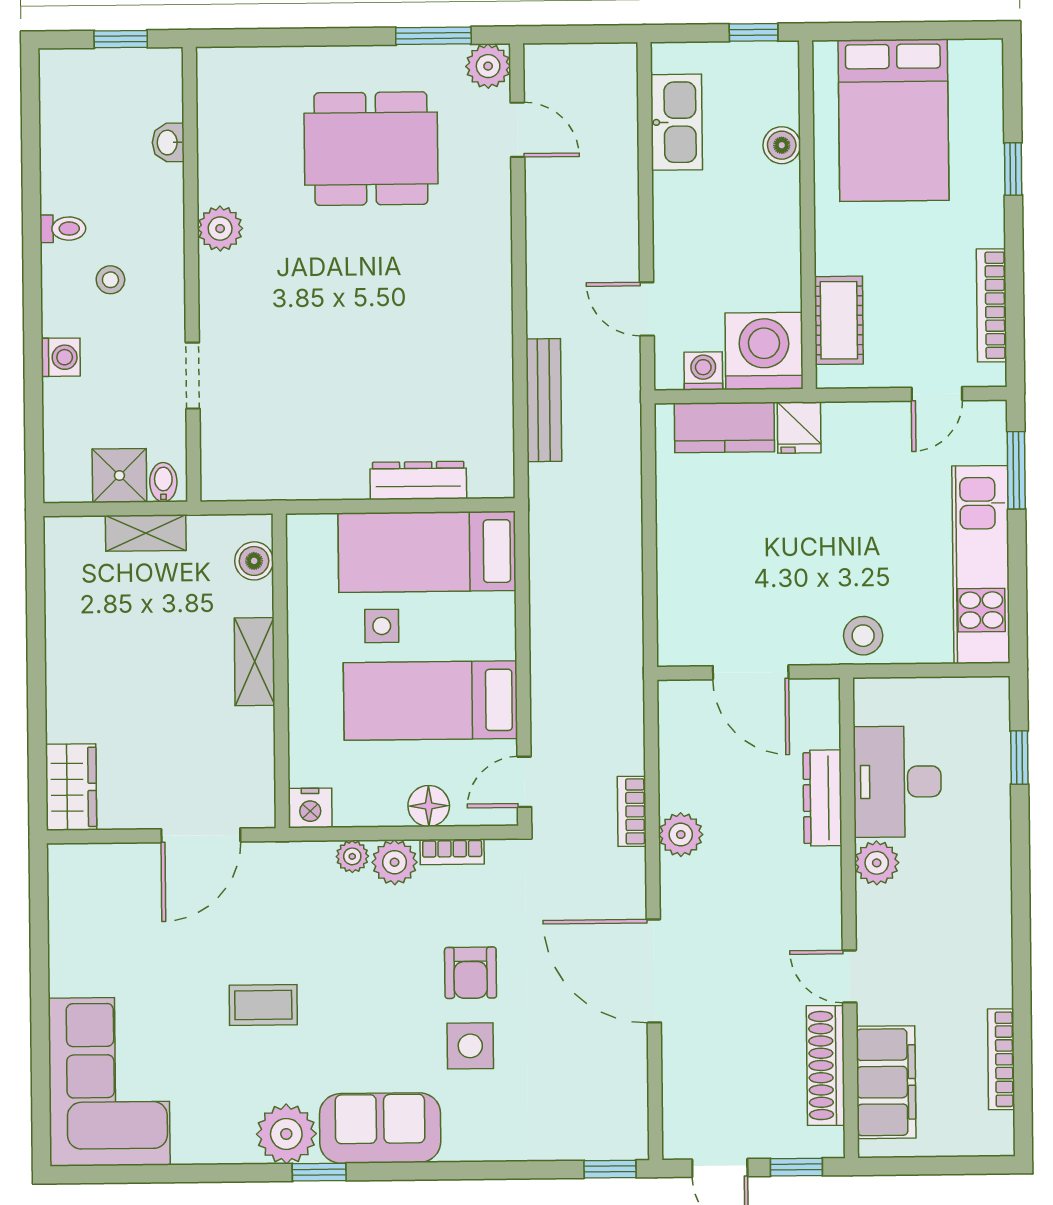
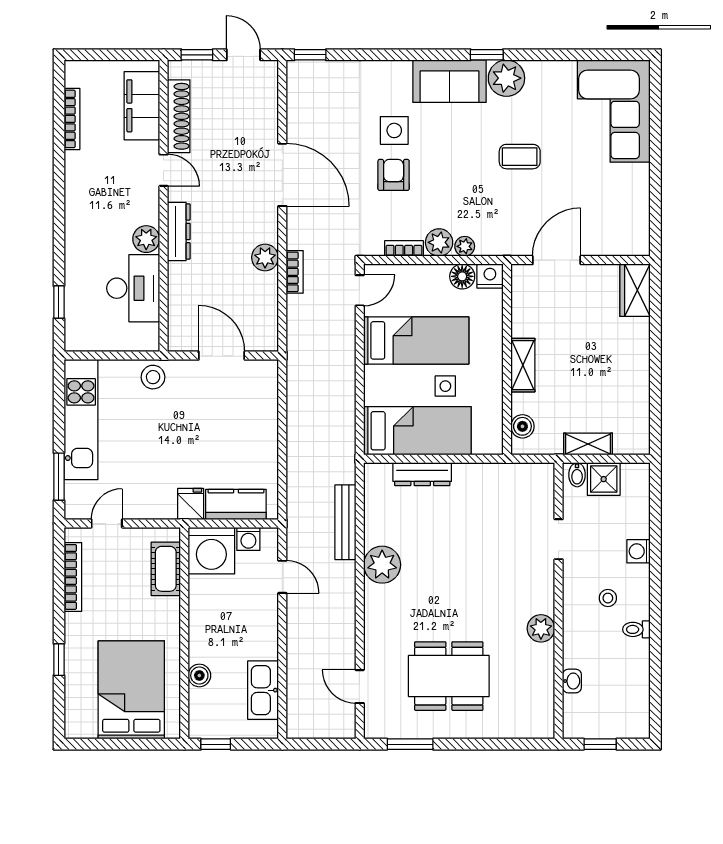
plant: (488, 66) -> (382, 565), moved, width x1.36, depth x1.36
dresser: (822, 798) -> (179, 231), moved
floor lamp: (429, 806) -> (462, 276), moved

